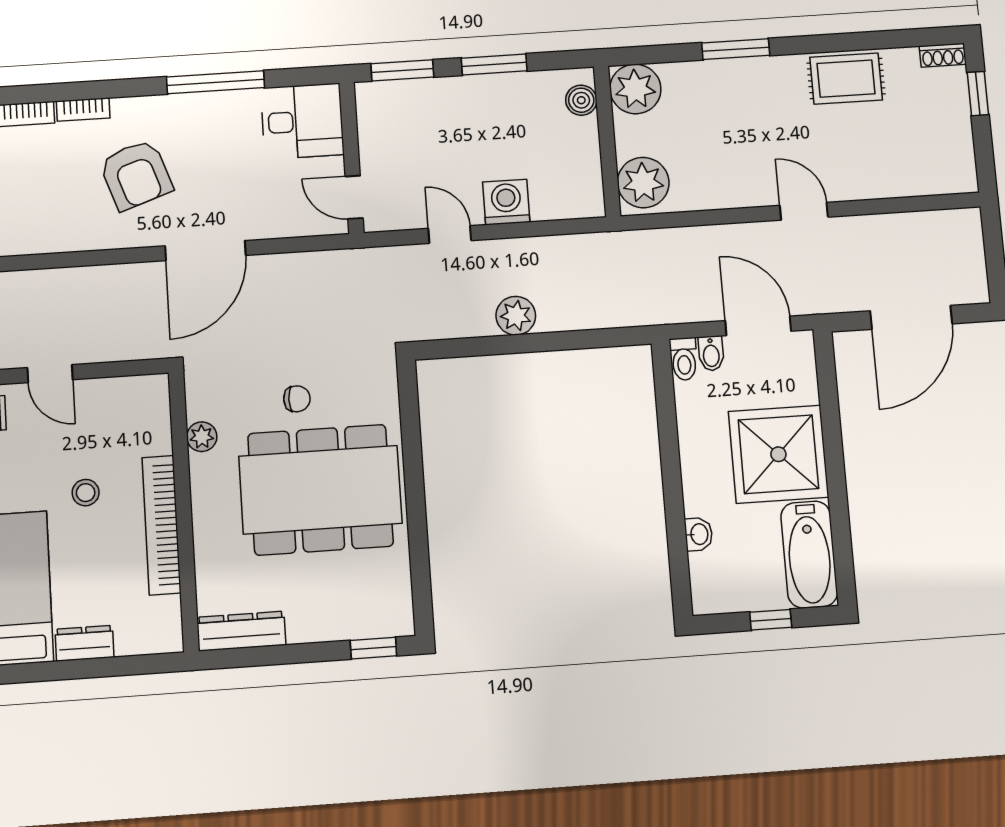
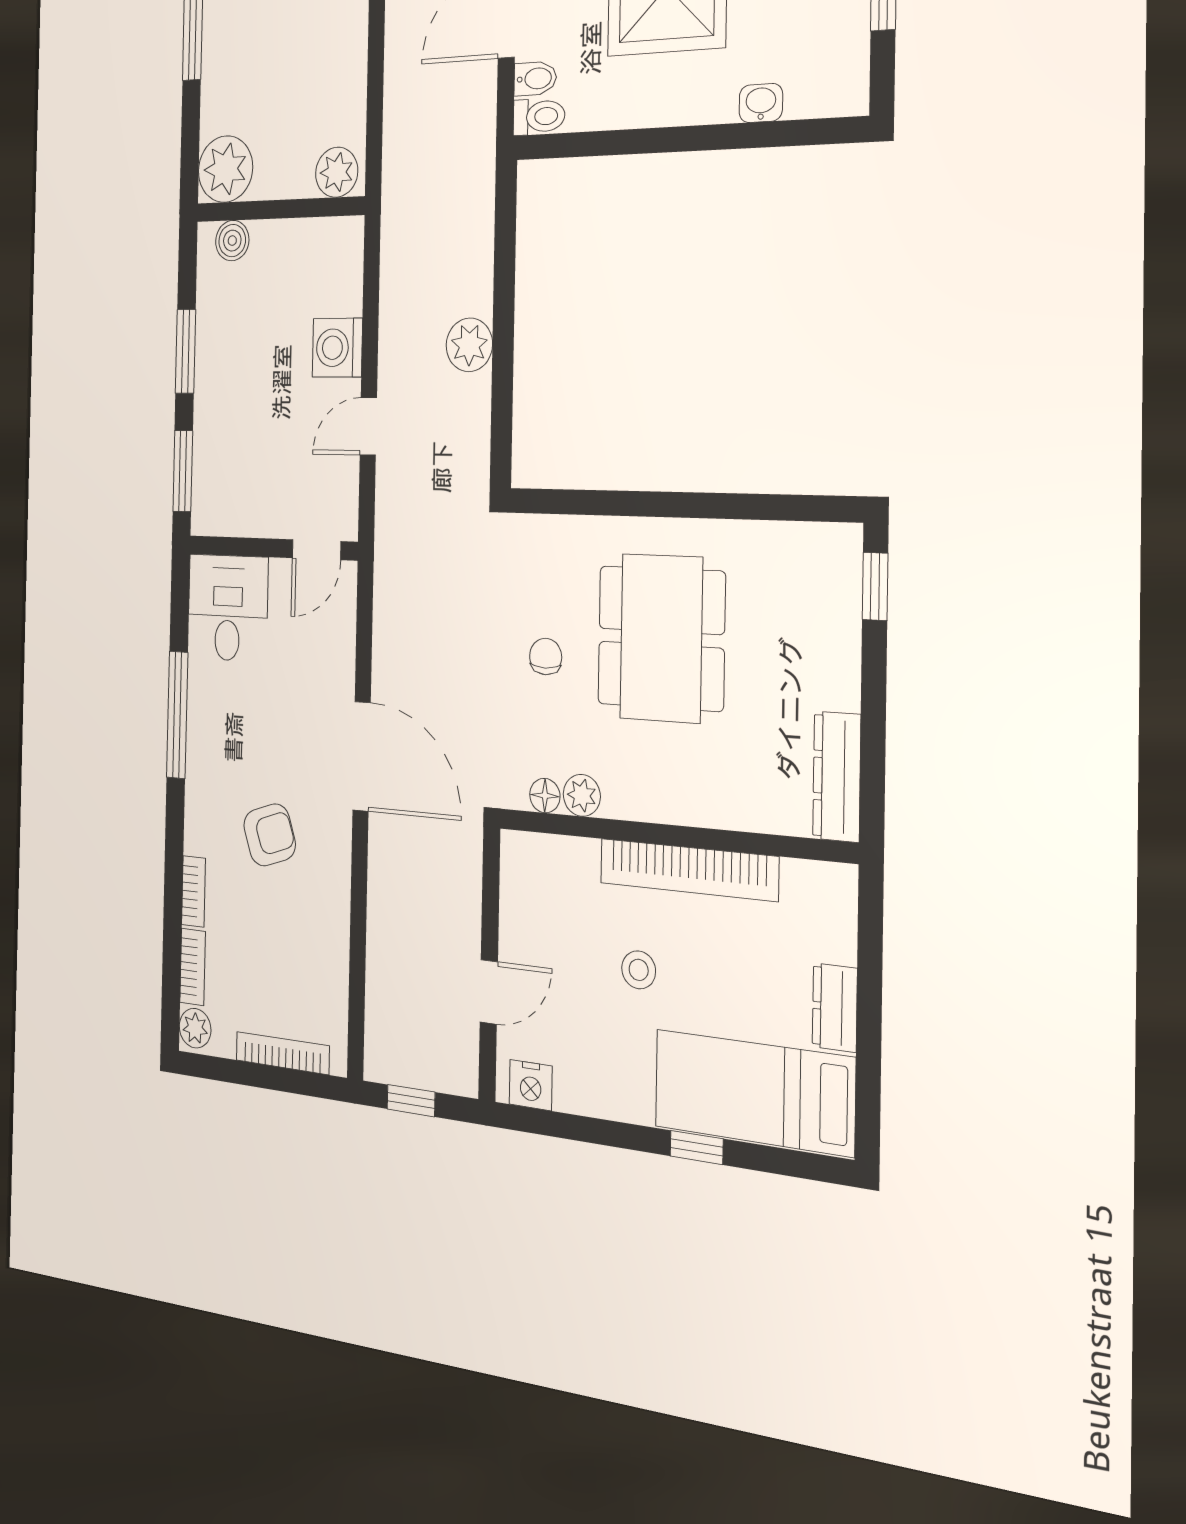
armchair: (136, 175) -> (270, 835), width x0.72, depth x0.72
plant: (643, 183) -> (337, 172), width x0.73, depth x0.73
floor lamp: (198, 407) -> (545, 796), added
dining table: (320, 490) -> (661, 638), width x0.73, depth x0.80

